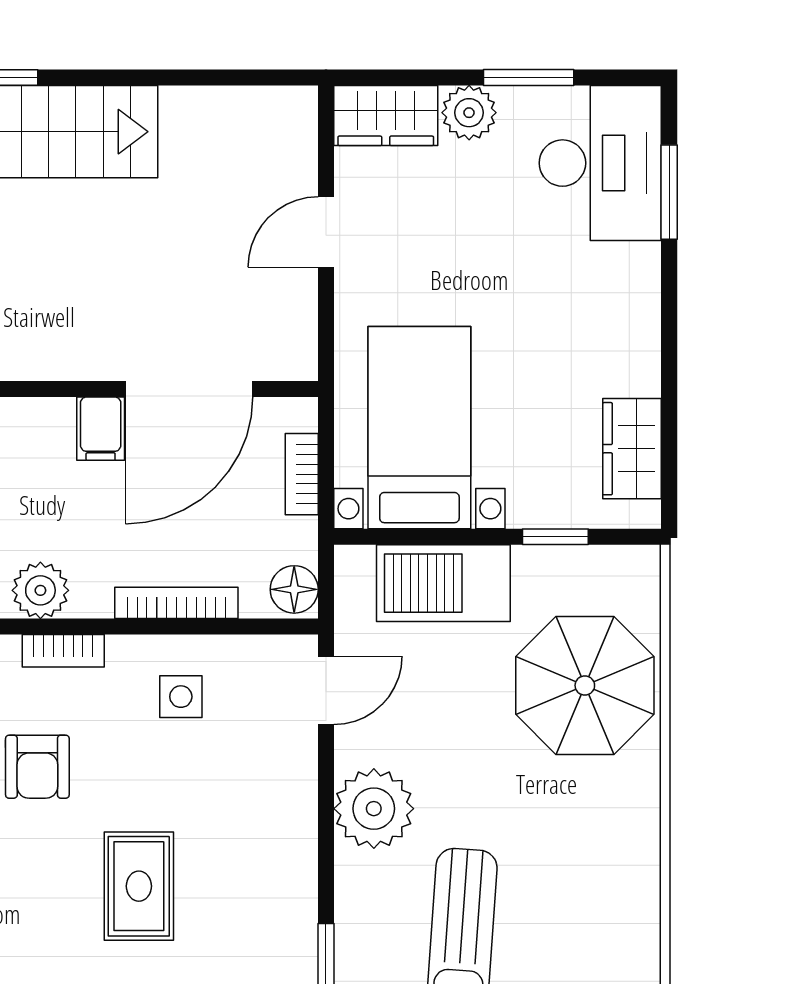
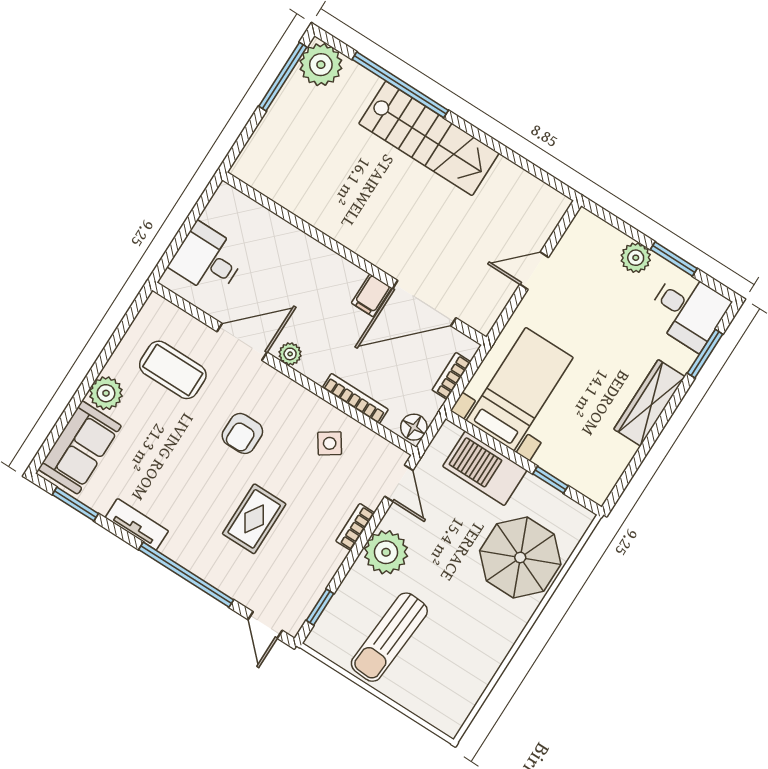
wardrobe: (386, 116) -> (596, 234), removed
desk: (600, 163) -> (688, 310), width x0.73
wardrobe: (632, 449) -> (650, 403), moved, width x1.50
plant: (40, 590) -> (290, 354), width x0.73, depth x0.73
bookcase: (63, 651) -> (355, 527), moved, turned 90
door: (326, 690) -> (399, 483), hinge flipped
side table: (181, 697) -> (330, 443), turned -34

